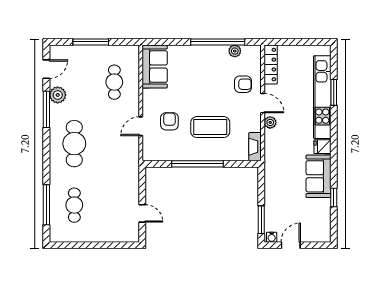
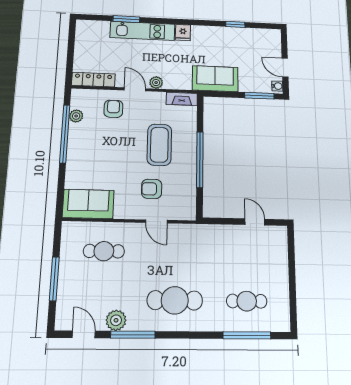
kitchen unit: (322, 97) -> (143, 31), width x0.73
door: (263, 103) -> (135, 89), hinge flipped
sofa: (318, 176) -> (215, 79), moved, turned 180
door: (142, 213) -> (255, 222), hinge flipped

